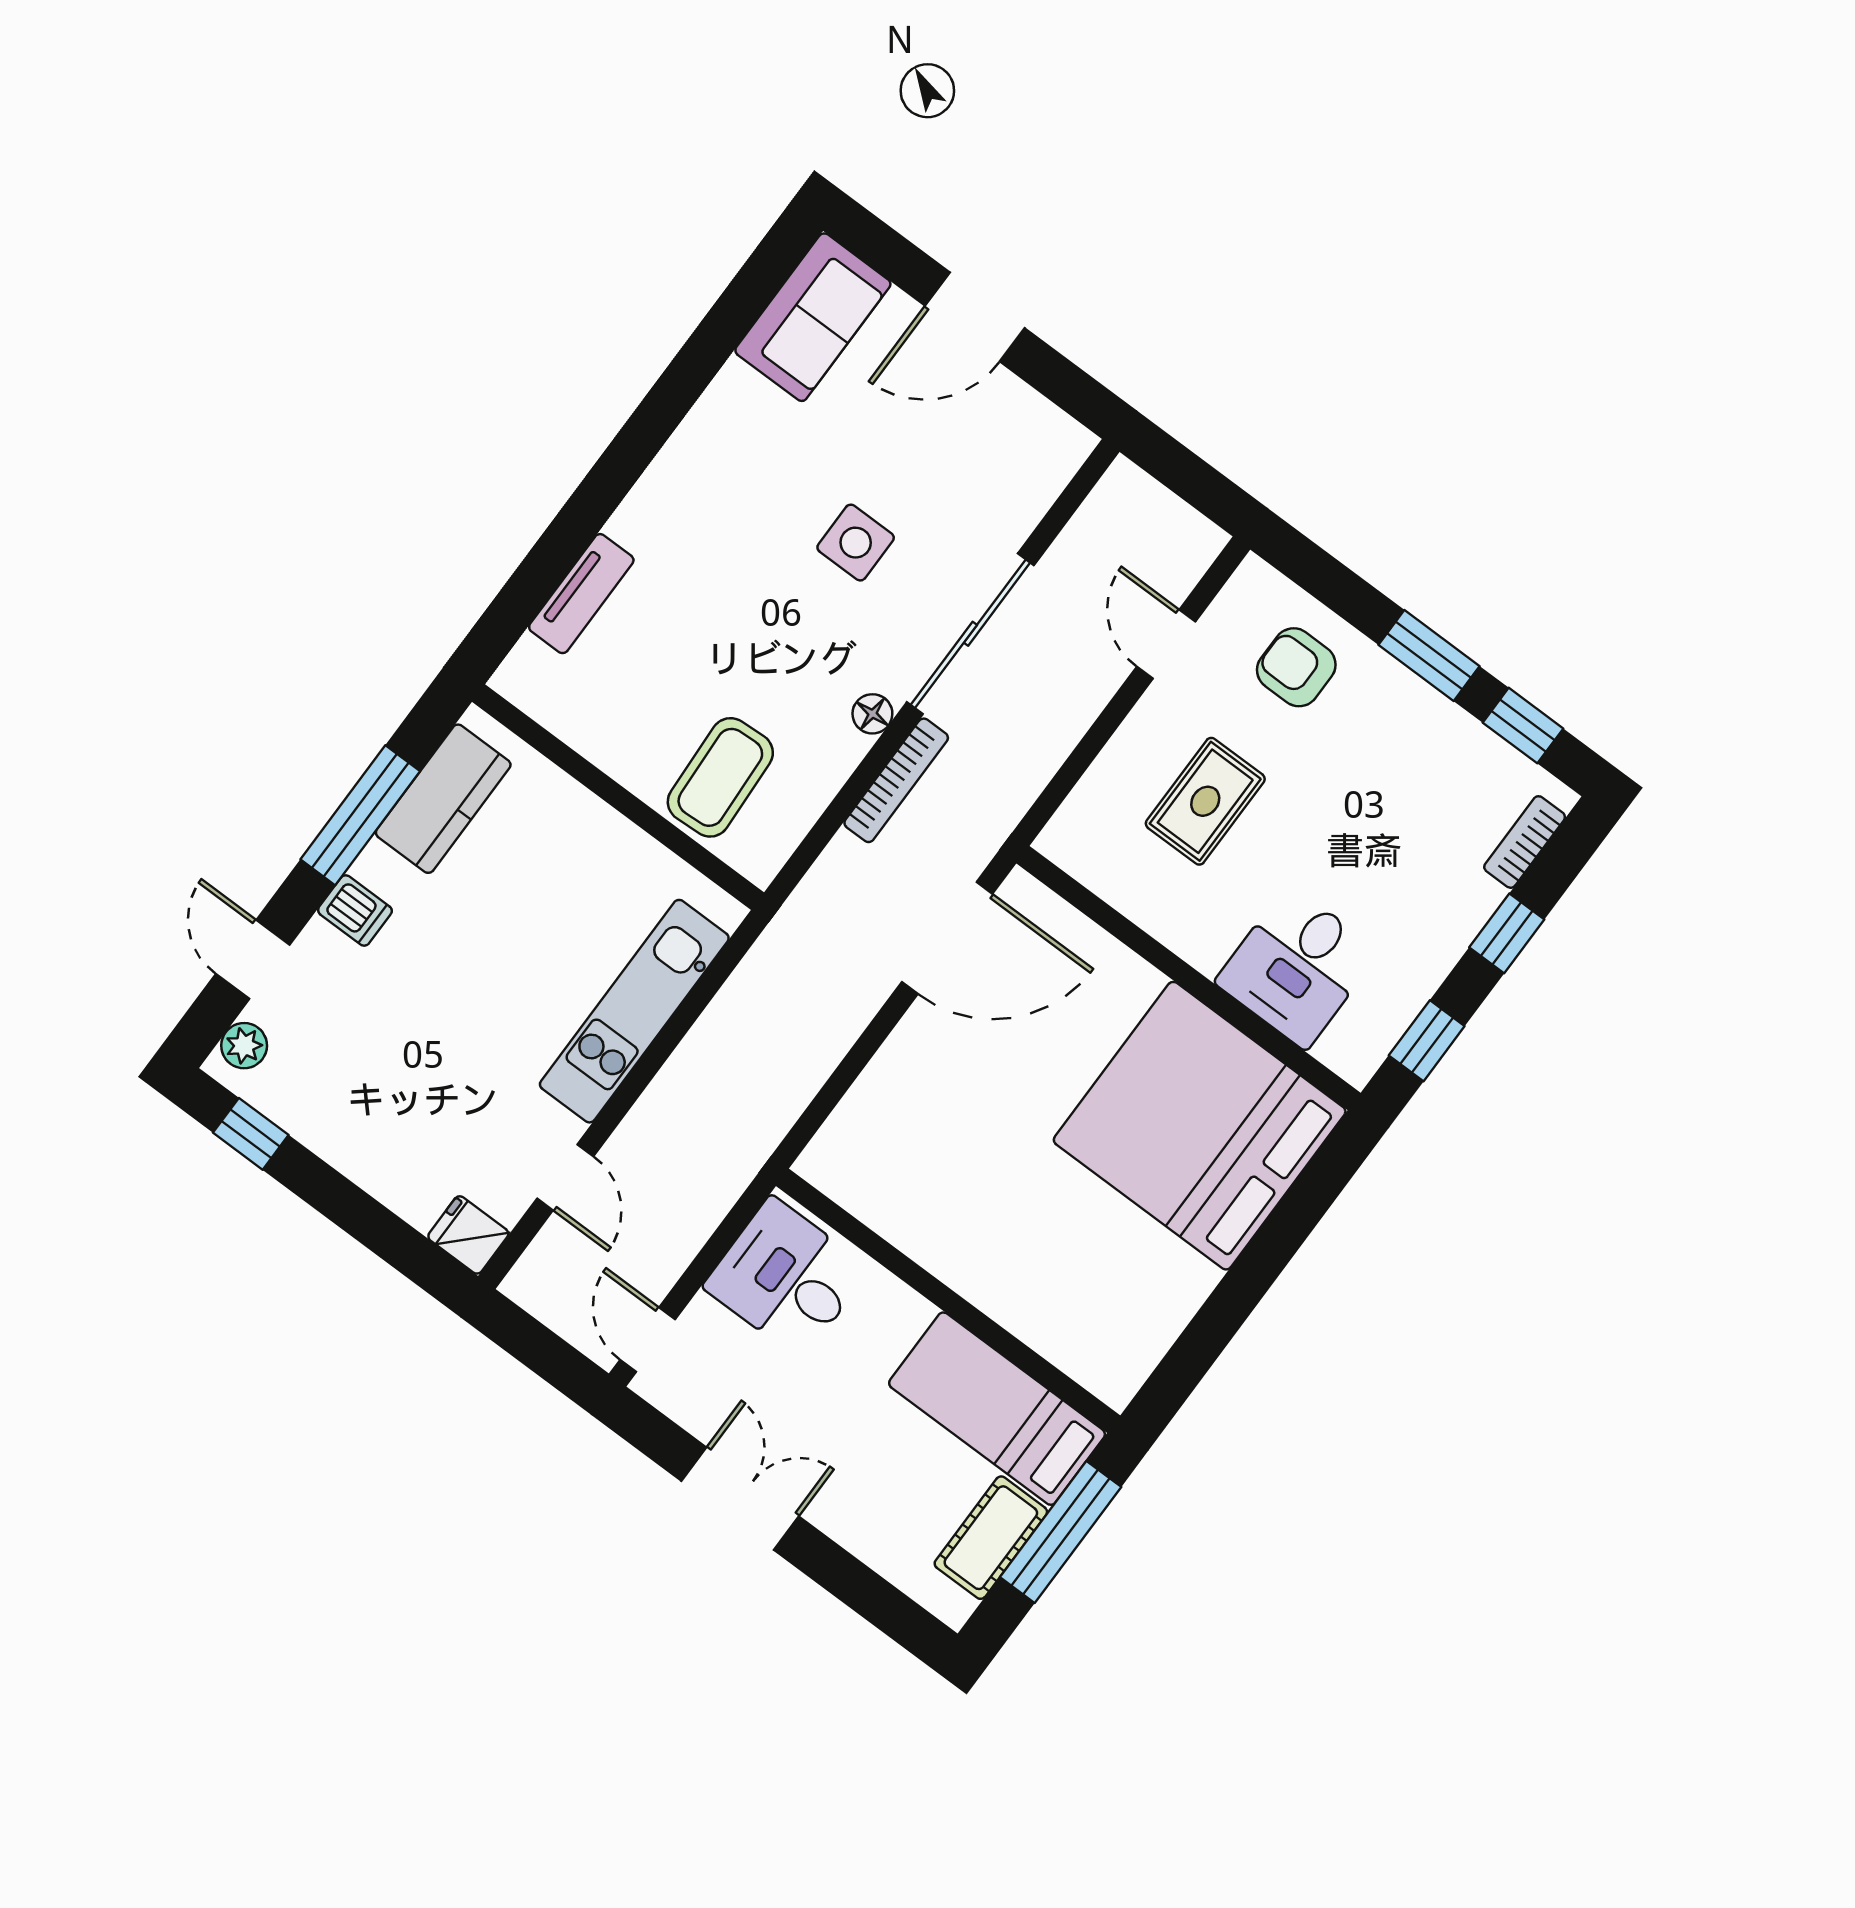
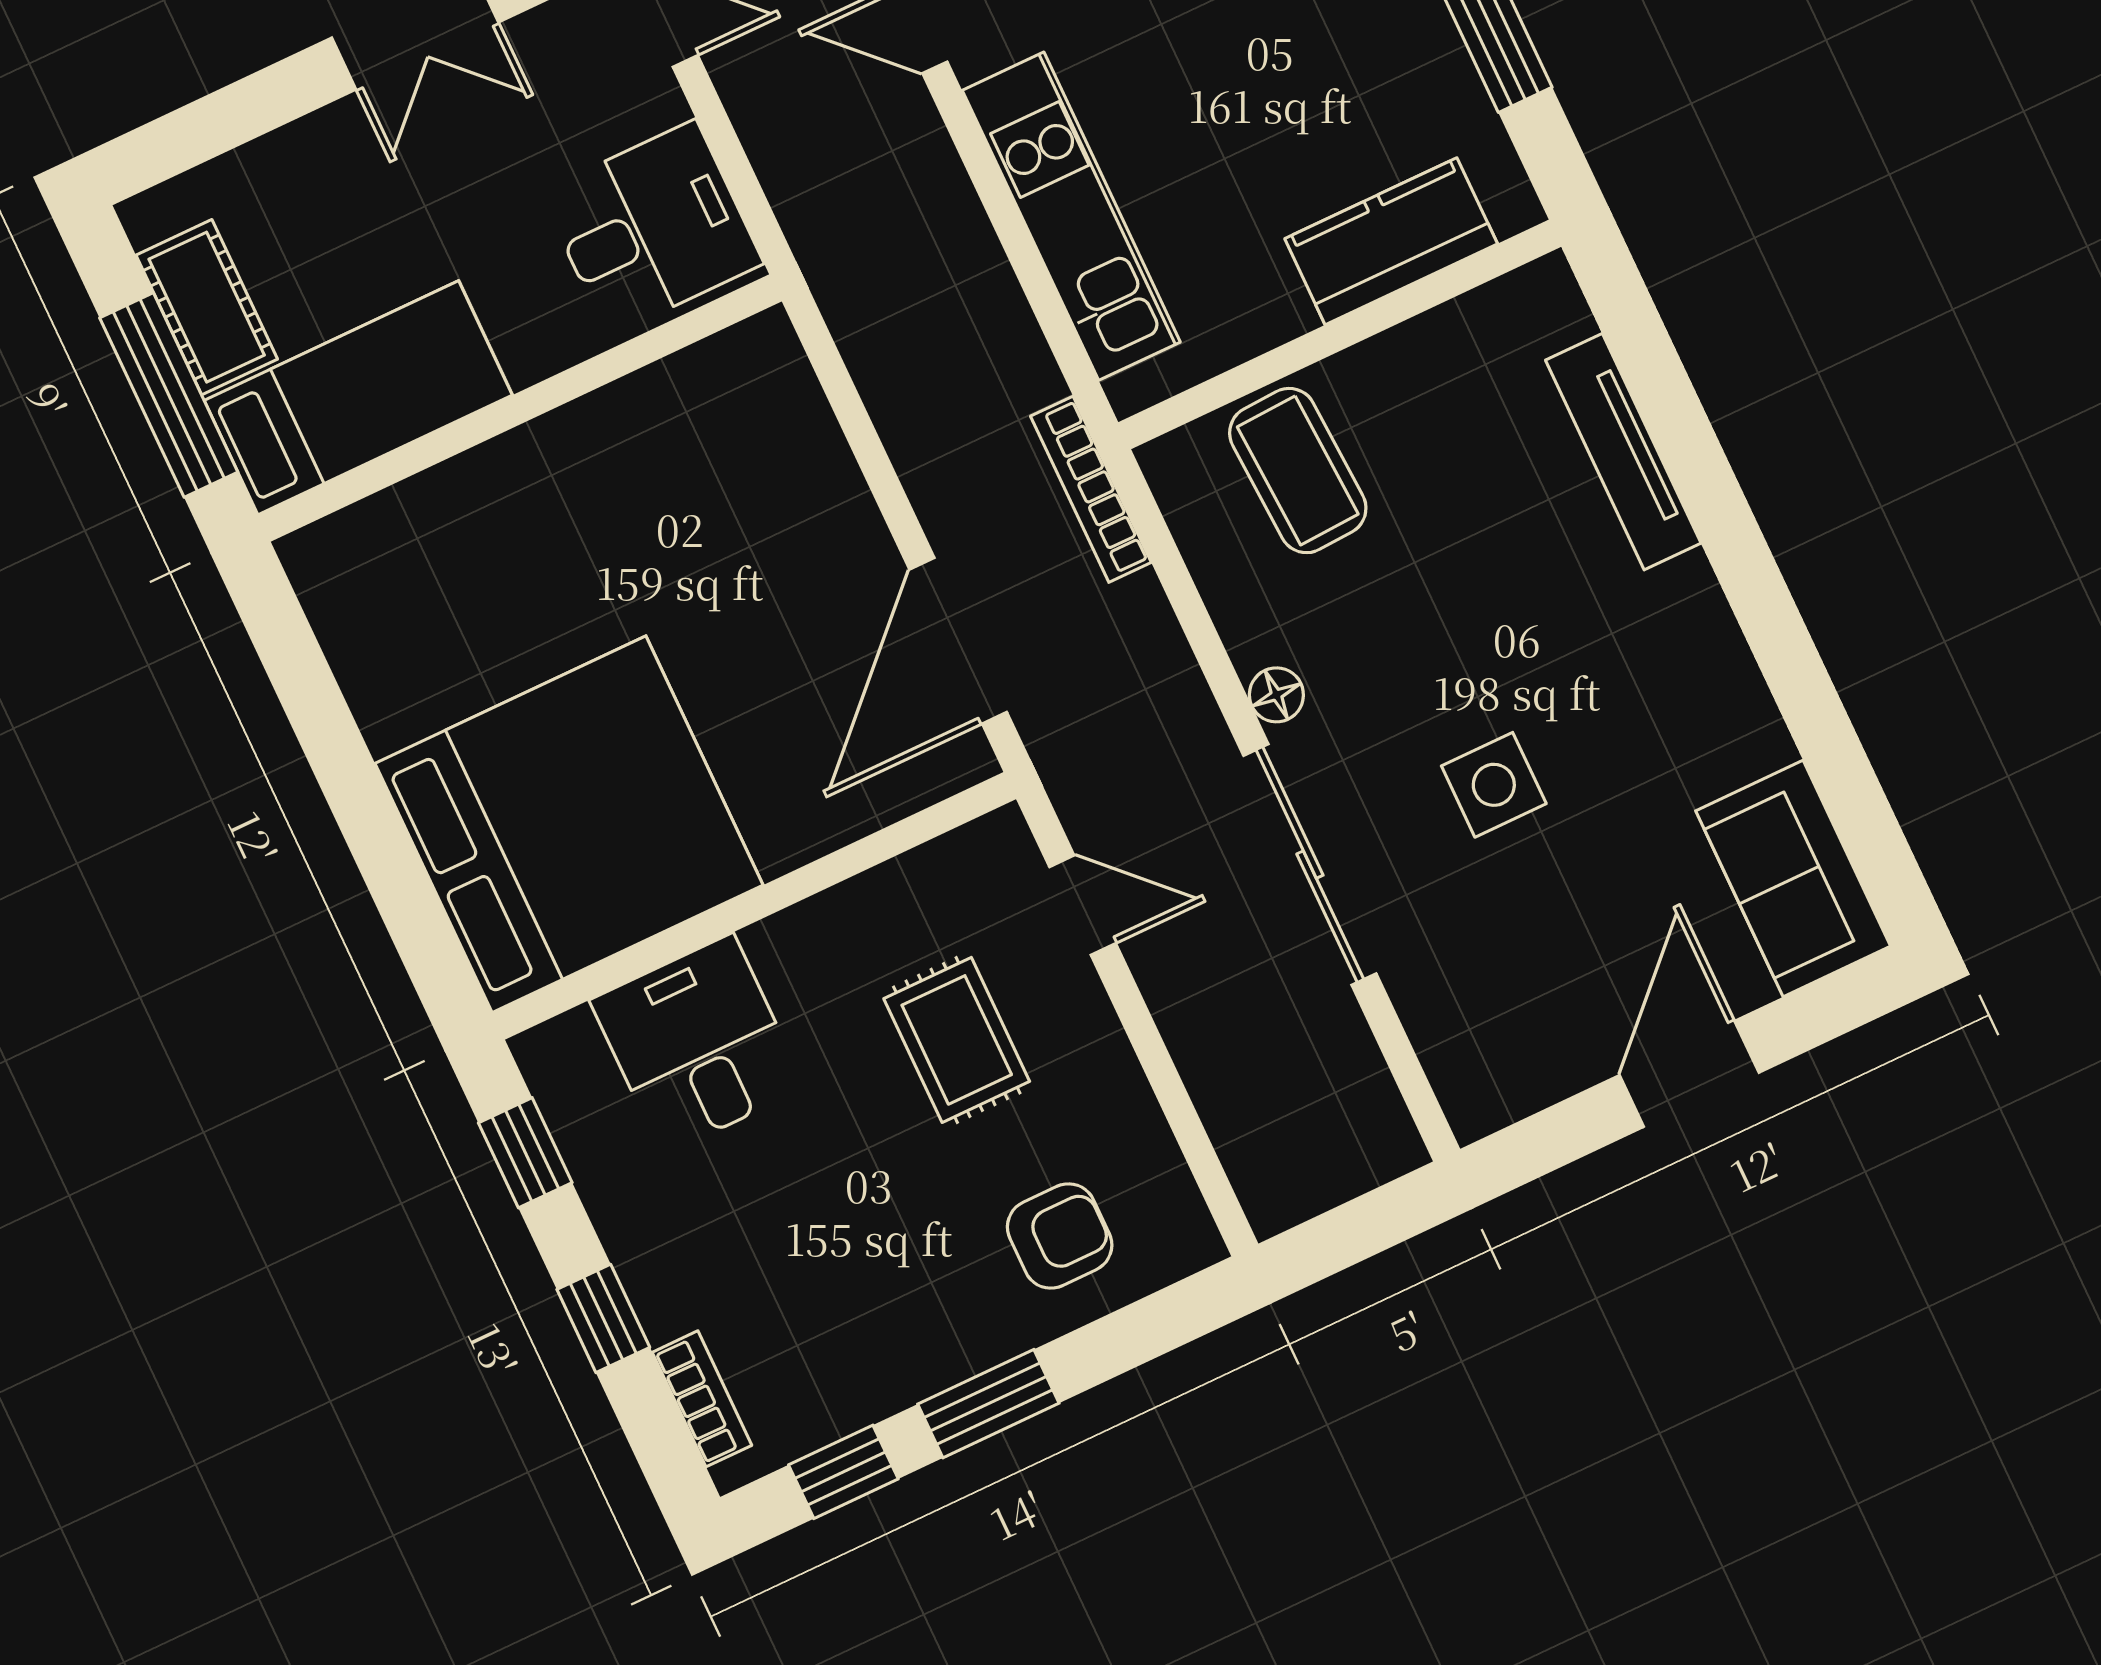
tv unit: (581, 594) -> (1623, 452), width x1.41
door: (1166, 644) -> (1083, 905), moved
bookcase: (896, 780) -> (1091, 489), moved
kitchen counter: (443, 799) -> (1391, 241), moved, turned 90

